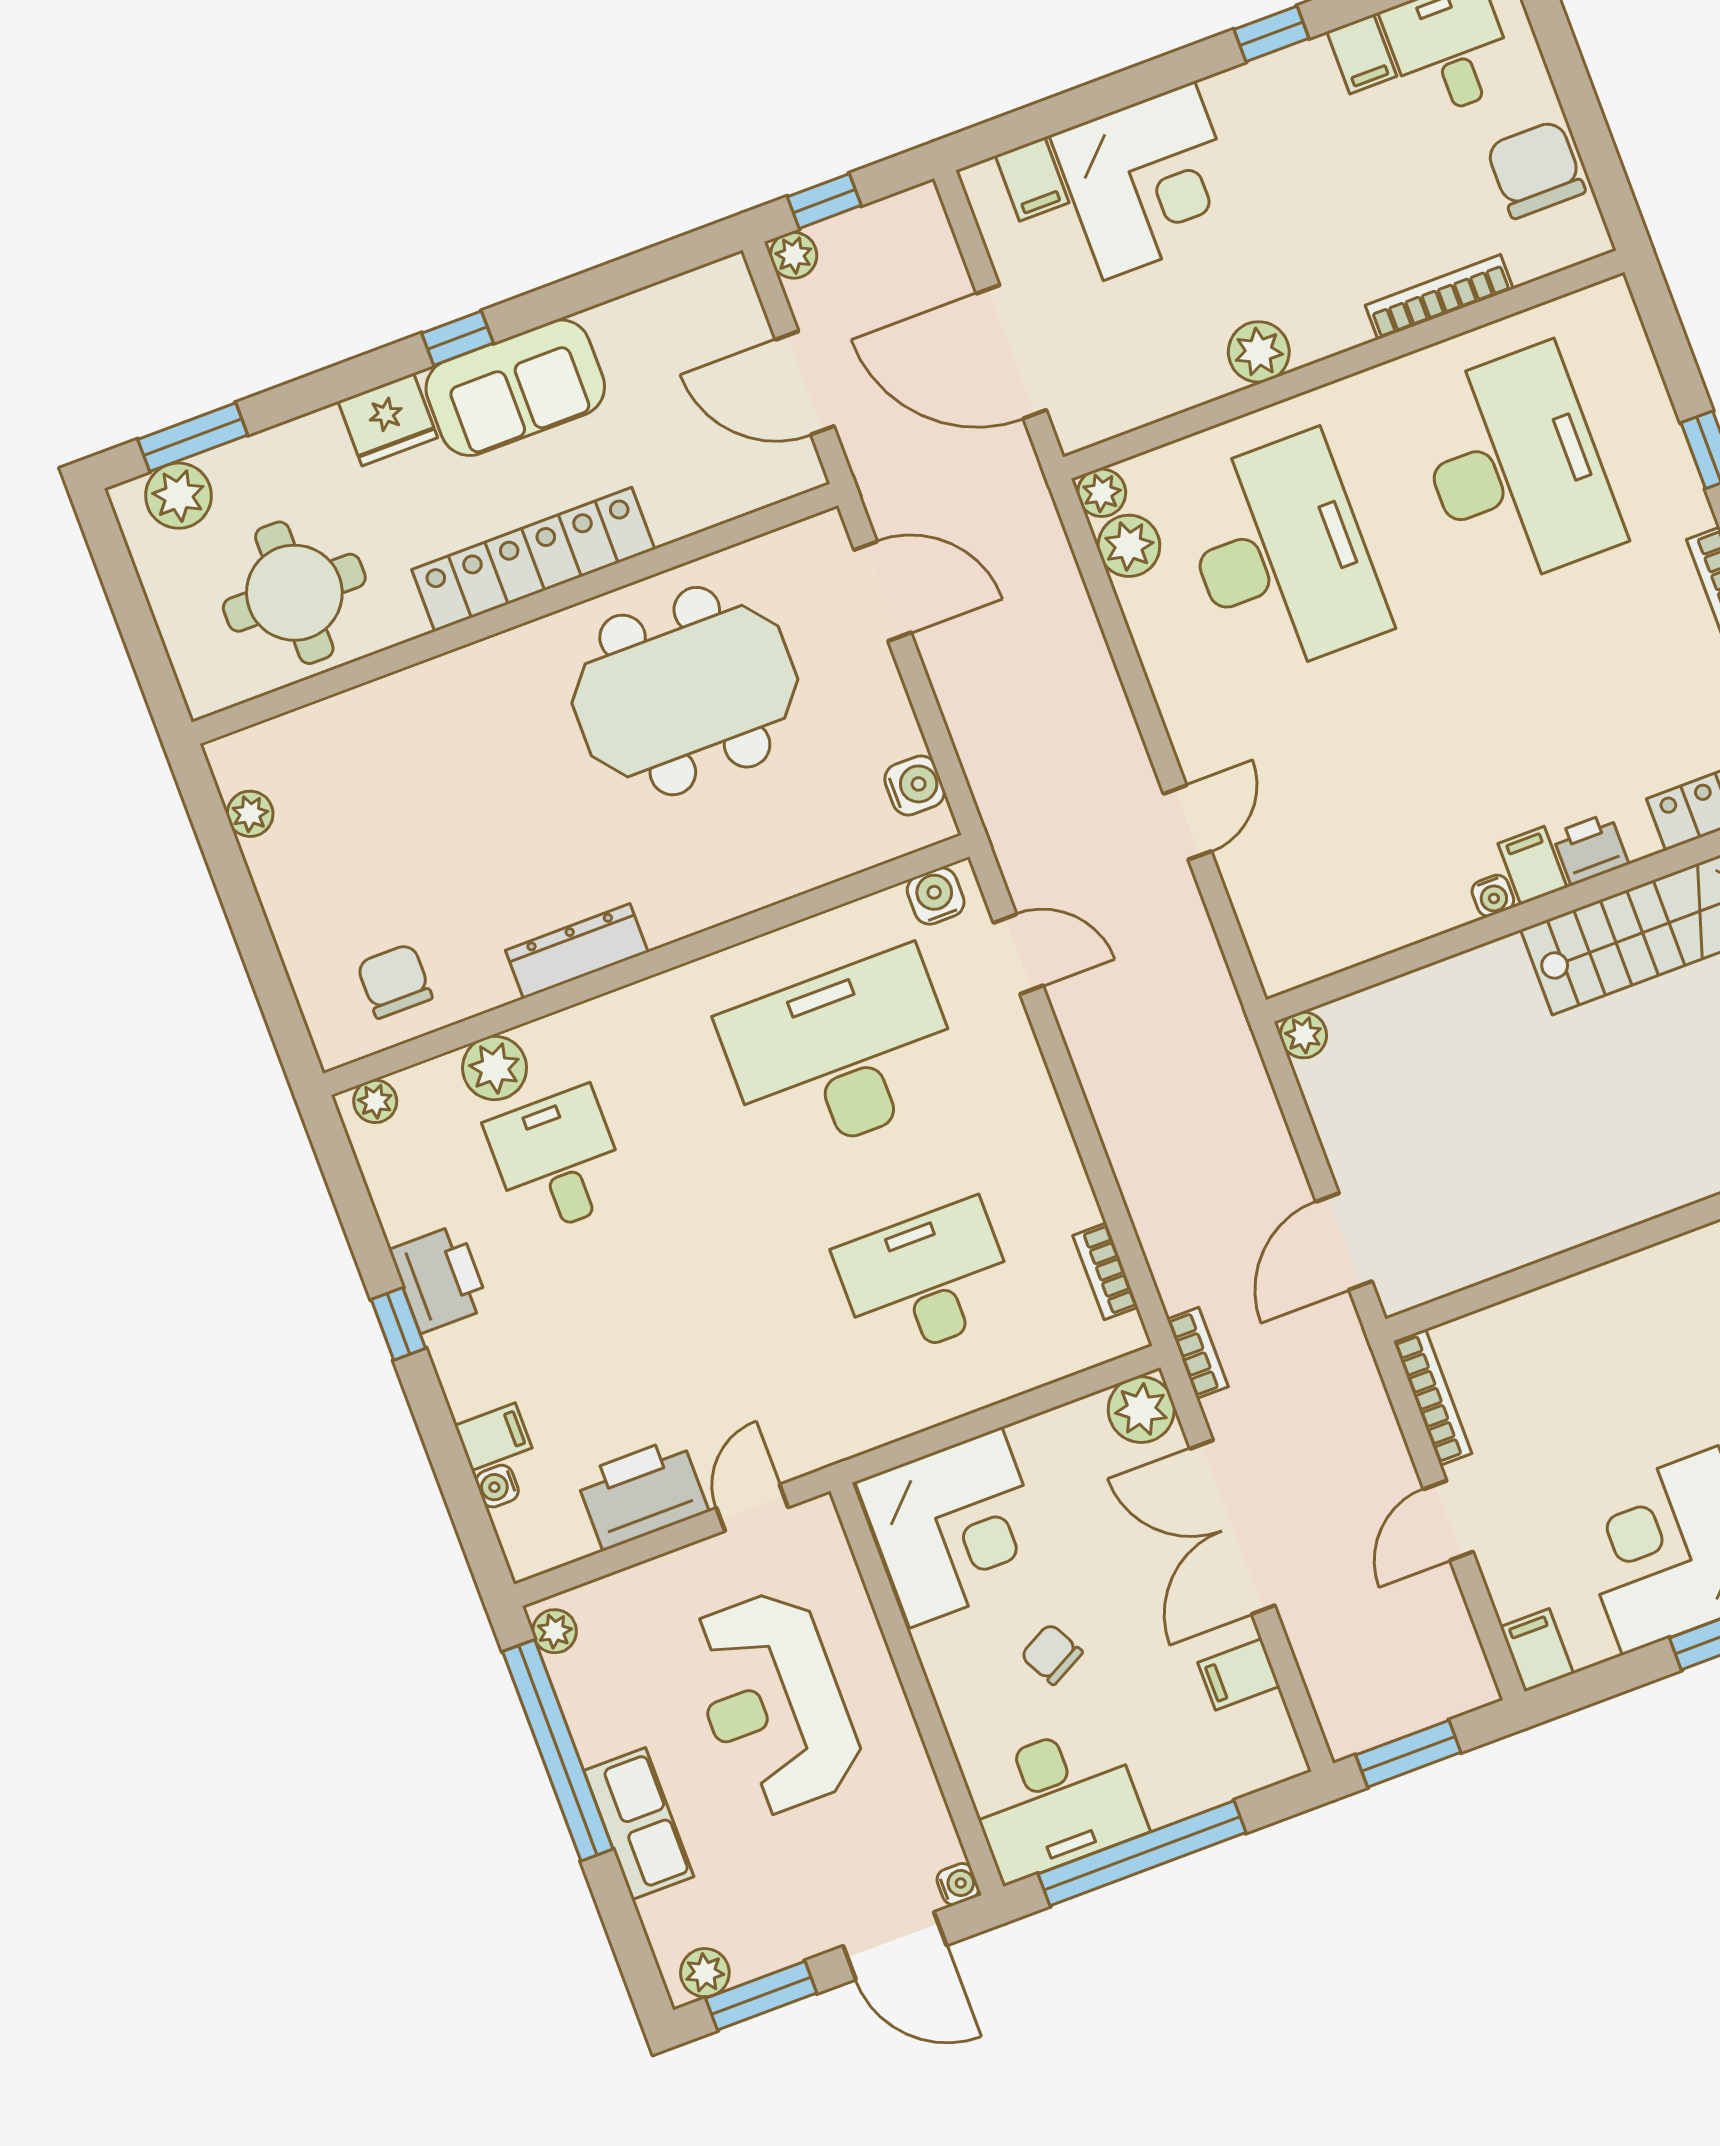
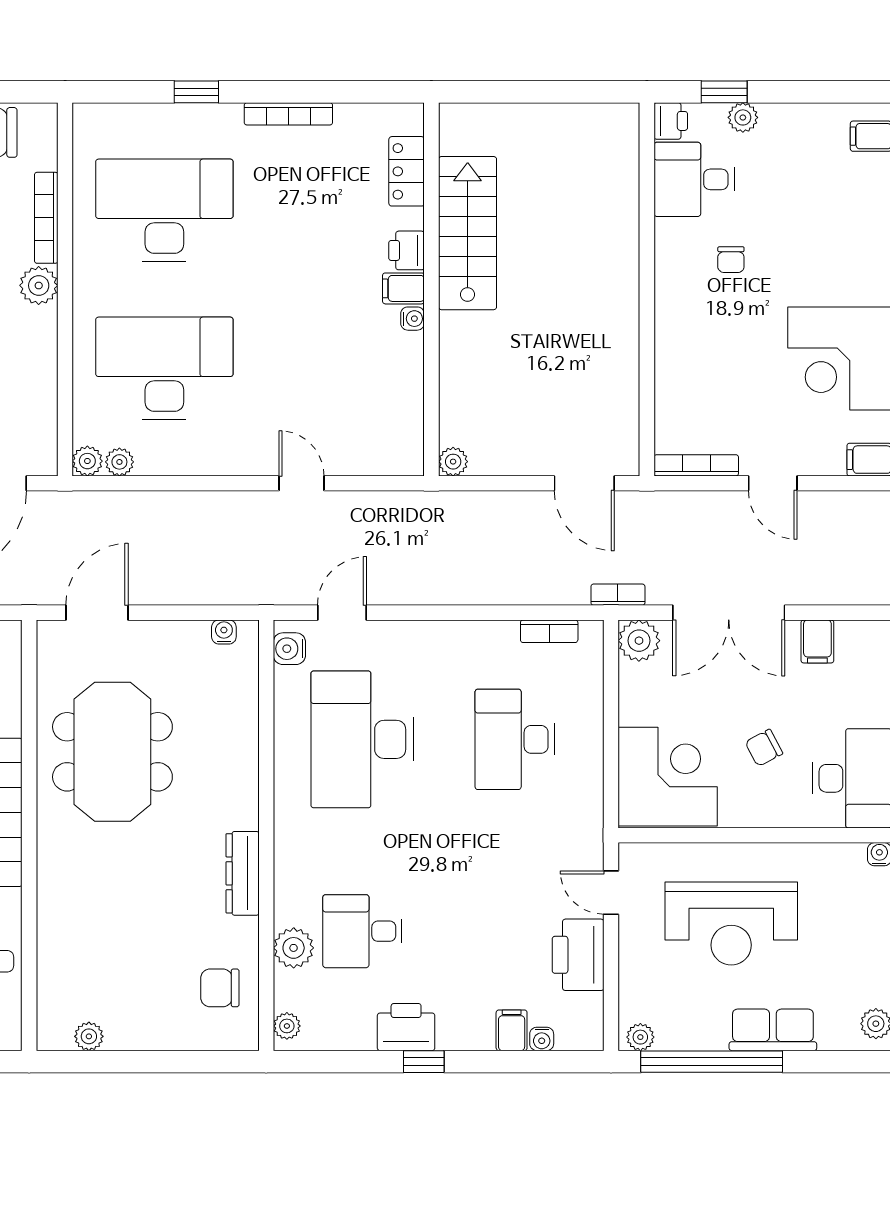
plant: (1259, 352) -> (39, 285), moved
plant: (1129, 546) -> (119, 462), width x0.73, depth x0.73
water cooler: (915, 785) -> (224, 632), width x0.72, depth x0.72

